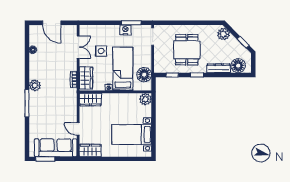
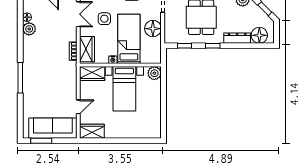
floor lamp: (144, 75) -> (153, 29), moved
plant: (35, 85) -> (29, 29), moved
door: (78, 129) -> (78, 107), swing flipped
bed with nightstands: (132, 134) -> (124, 89), moved, turned -90

